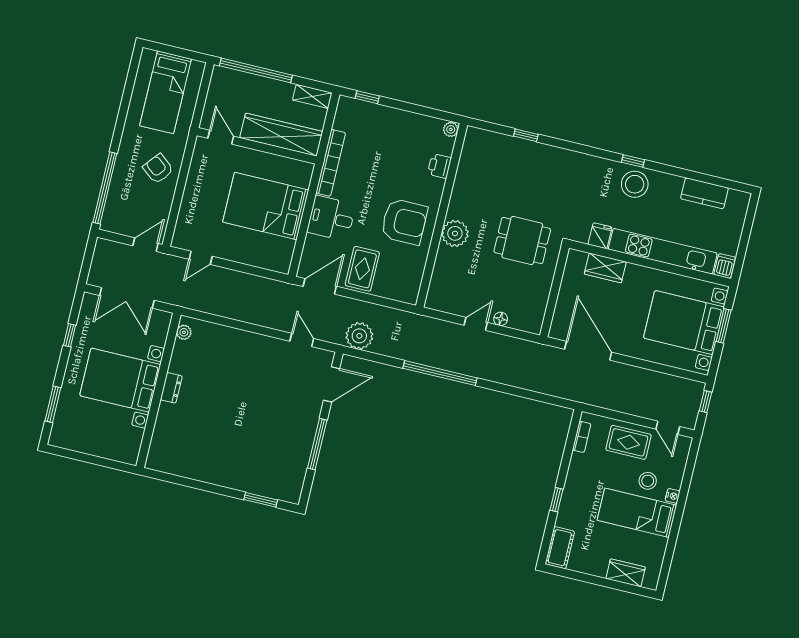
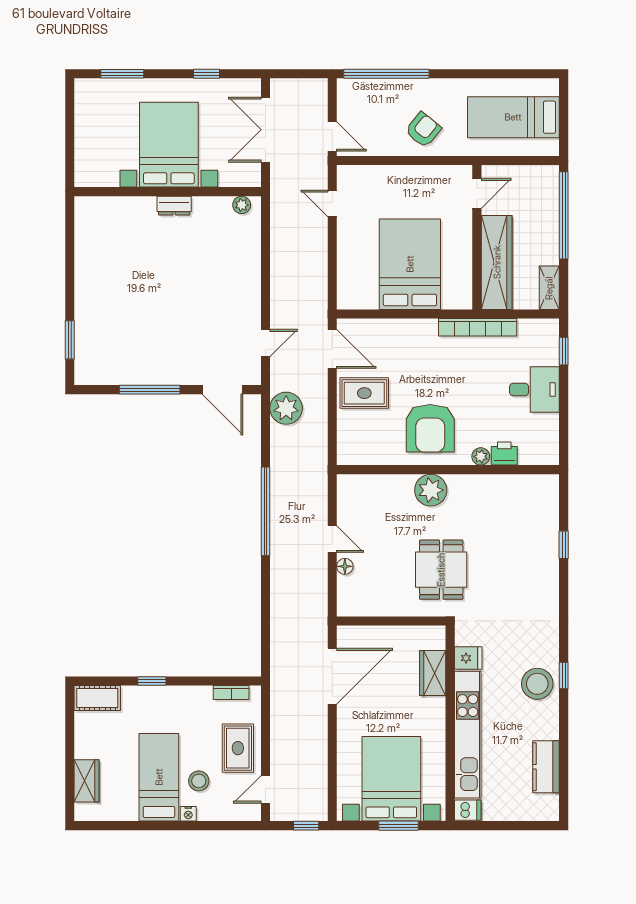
plant: (451, 129) -> (481, 456), moved
desk: (331, 218) -> (534, 390), moved, turned 90

